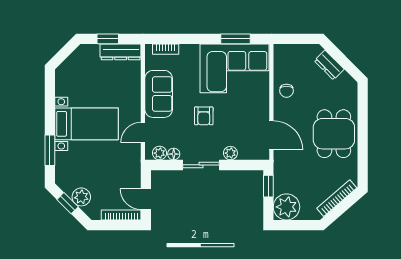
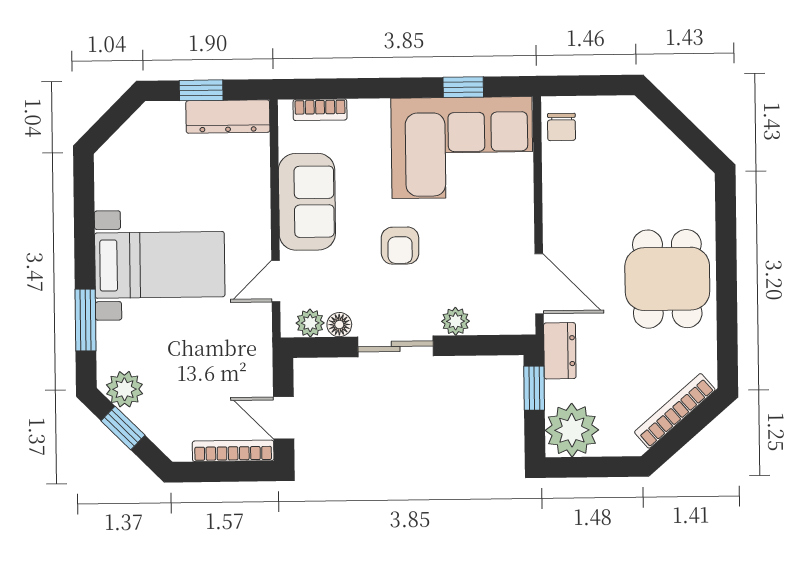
window: (236, 39) -> (463, 87), width x0.67
dresser: (329, 65) -> (560, 351), moved, turned -135
chair: (286, 91) -> (562, 127), moved
plant: (81, 197) -> (125, 389), moved

